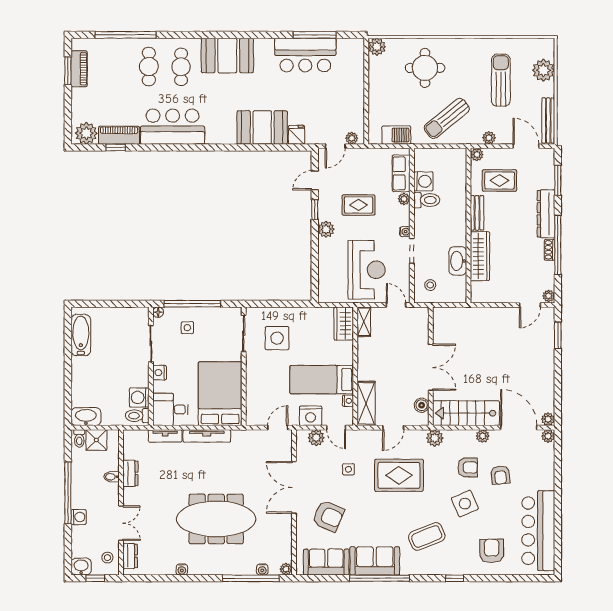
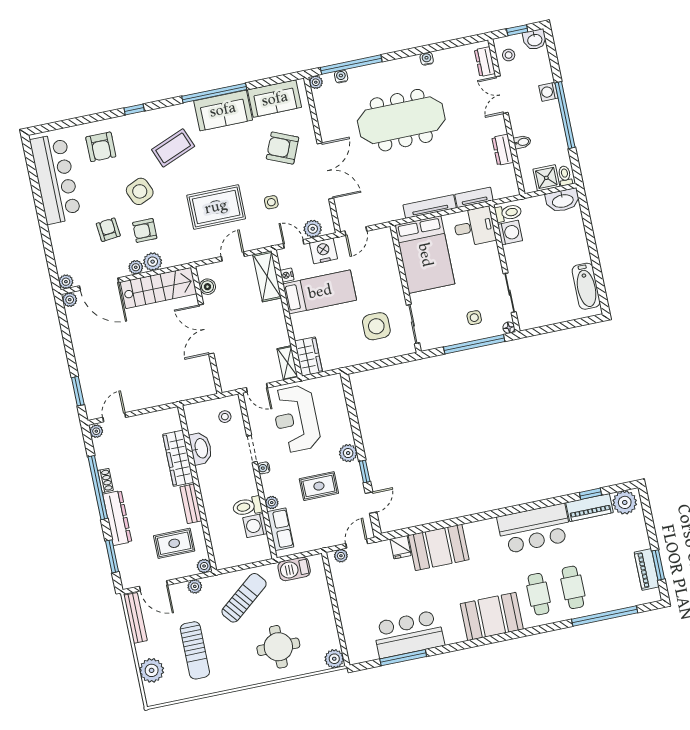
nightstand: (160, 373) -> (494, 264), removed
plant: (435, 438) -> (153, 262), moved

